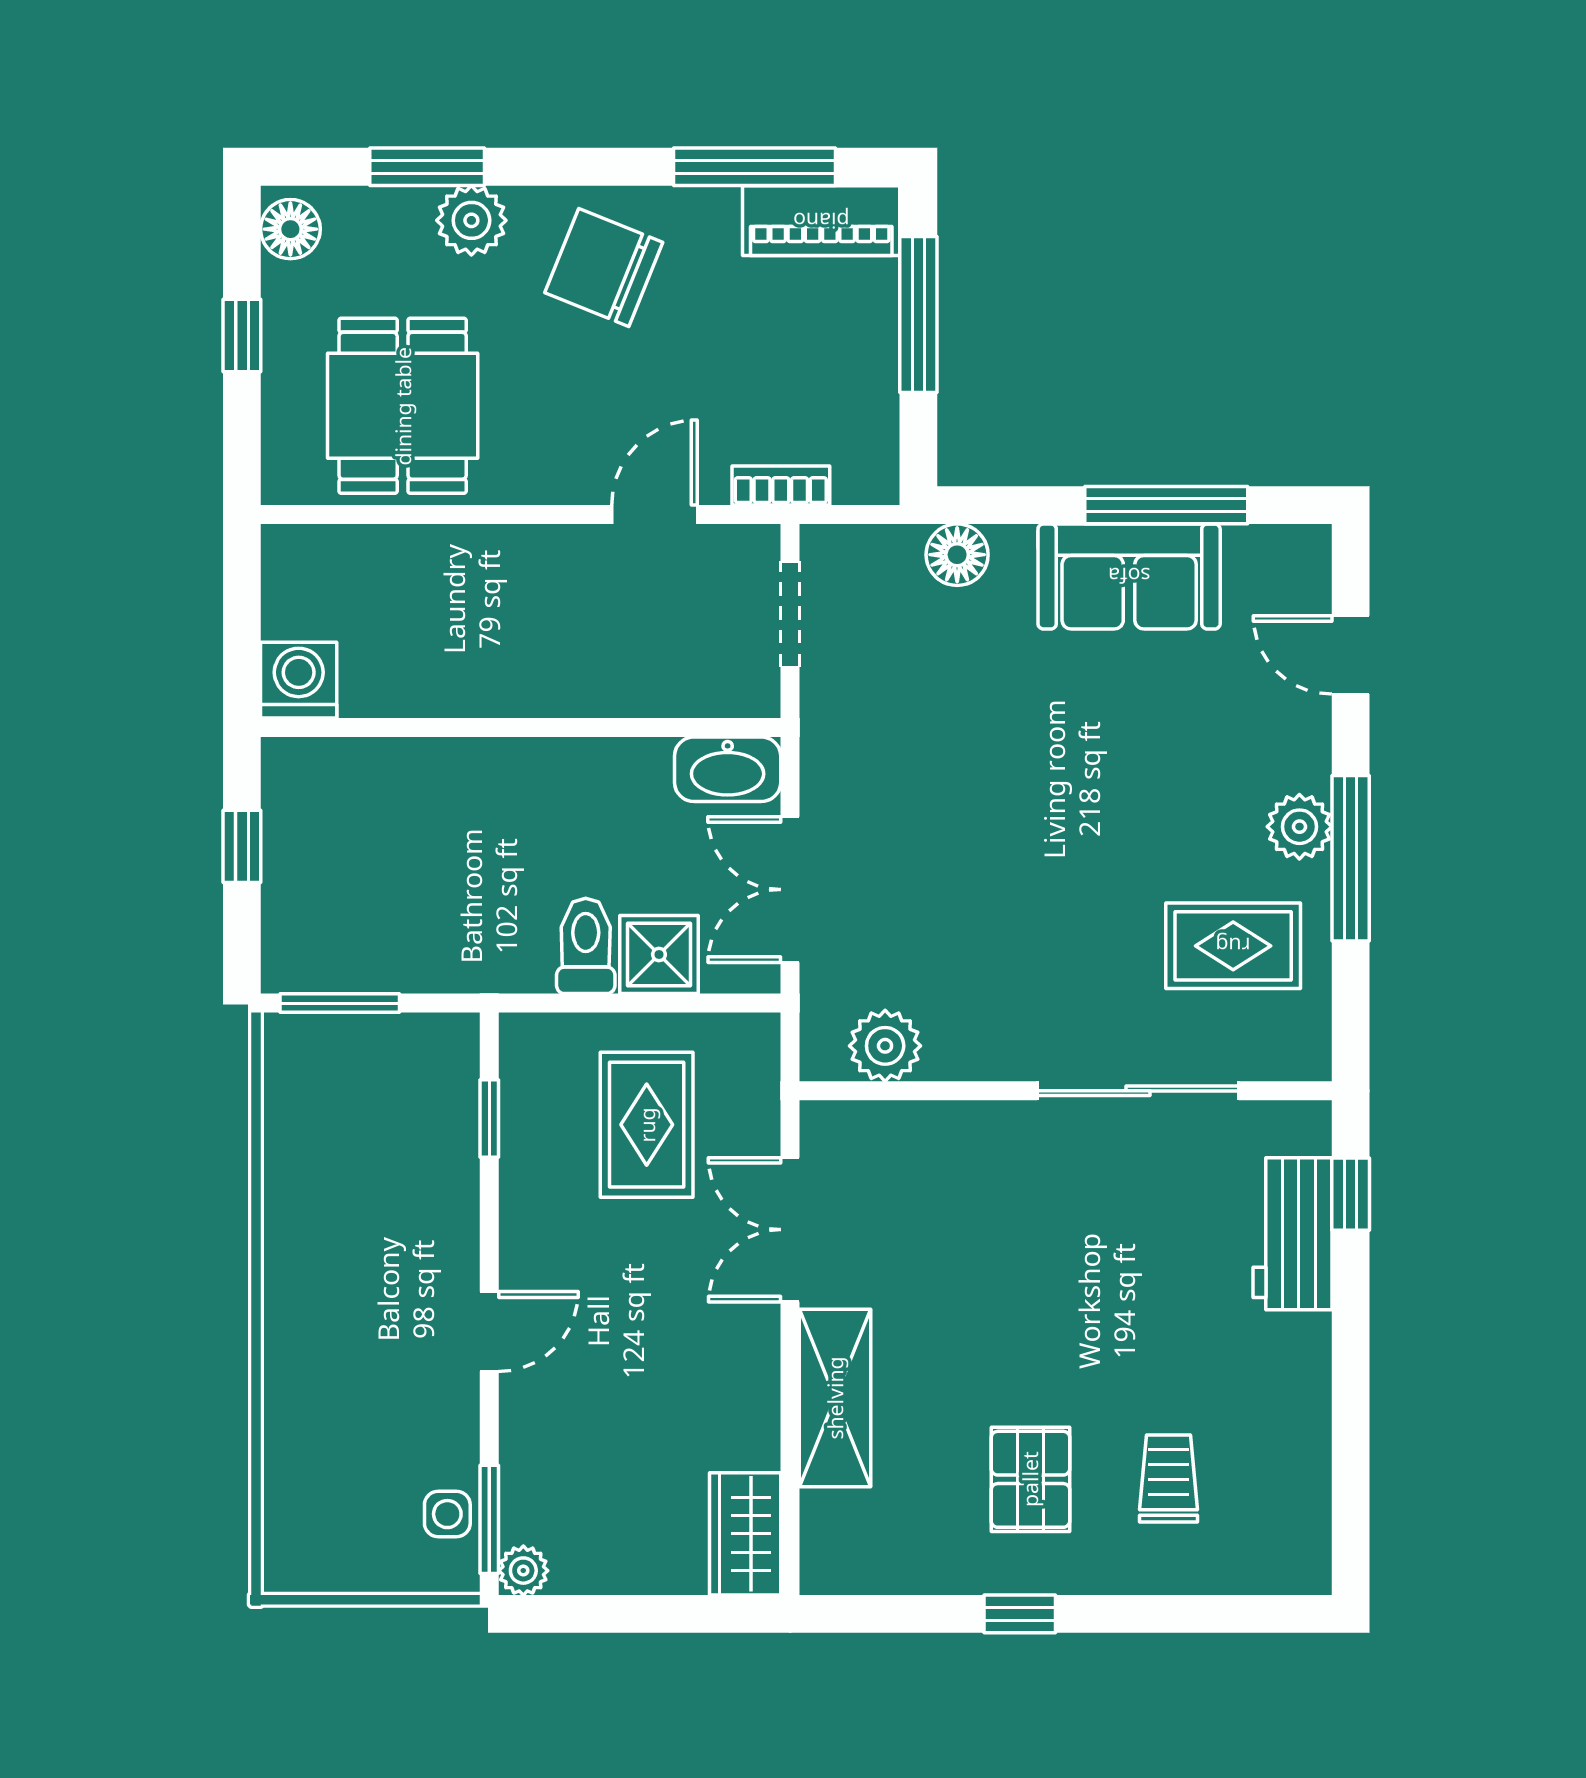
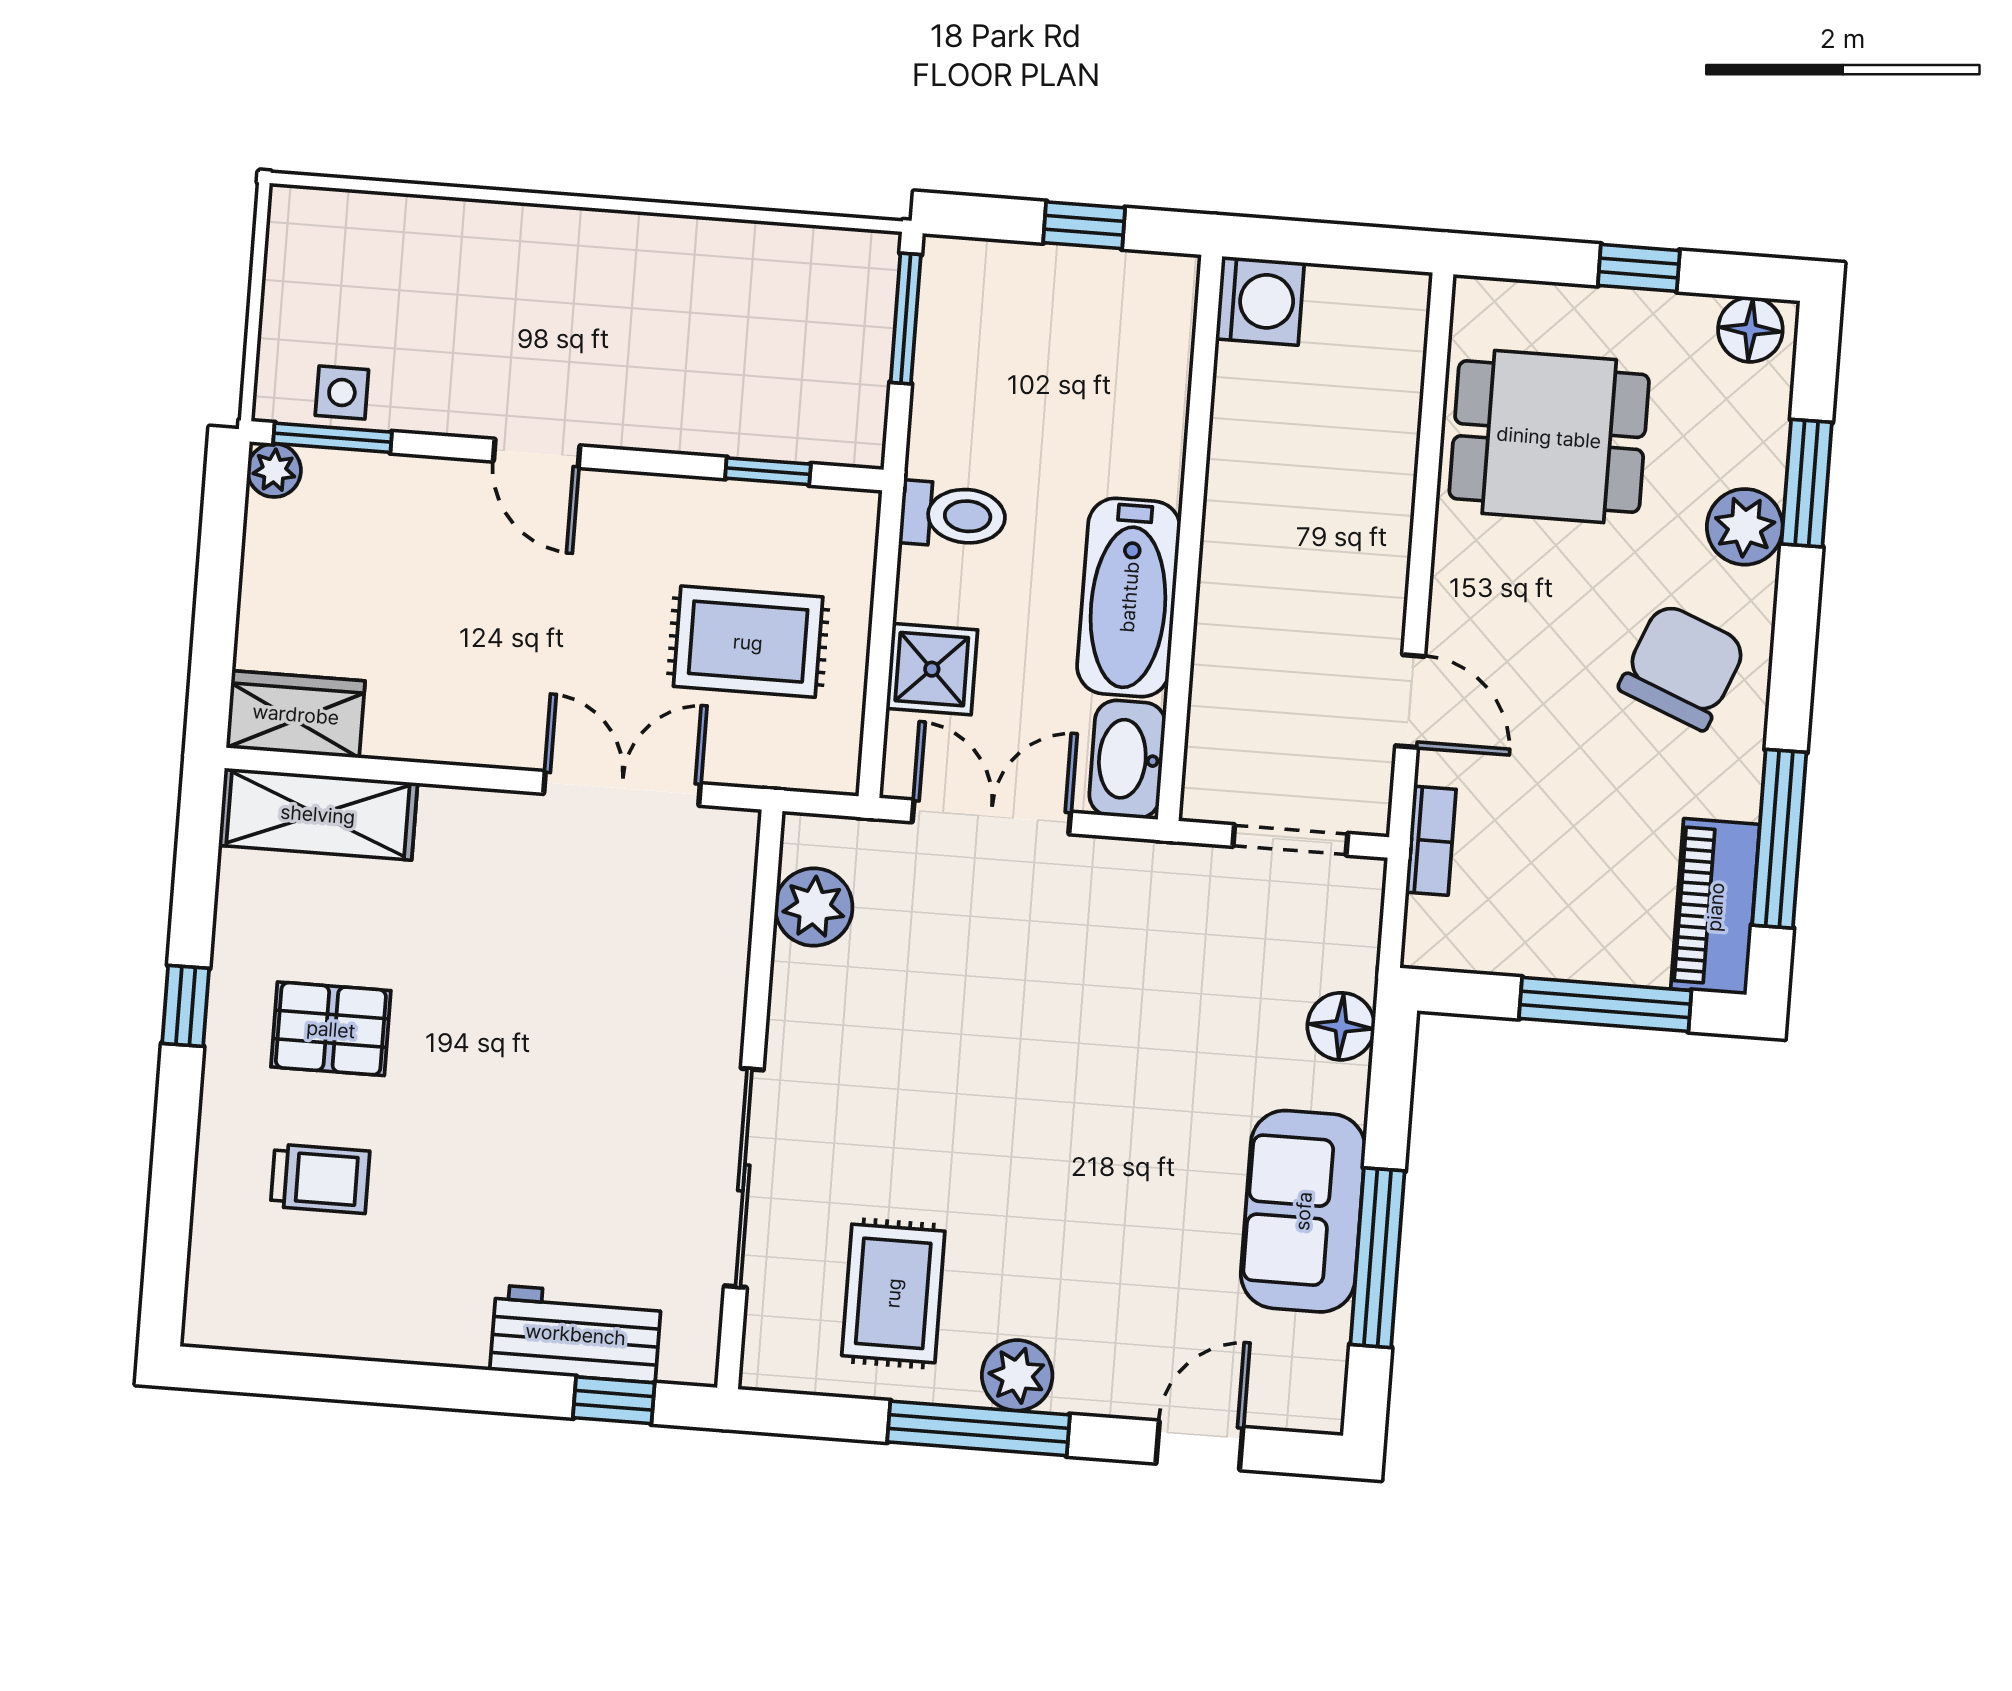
bathtub: (579, 779) -> (1129, 597), added
toilet: (586, 946) -> (953, 515), moved
shelving: (835, 1398) -> (318, 814), moved

